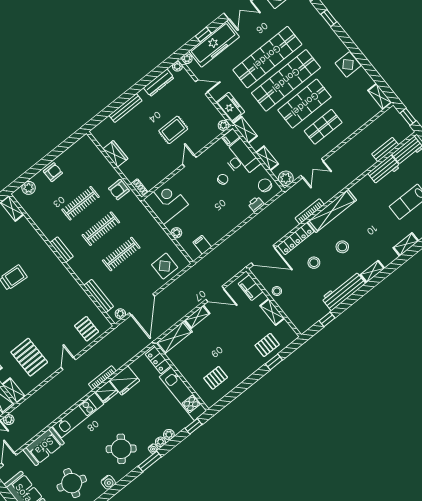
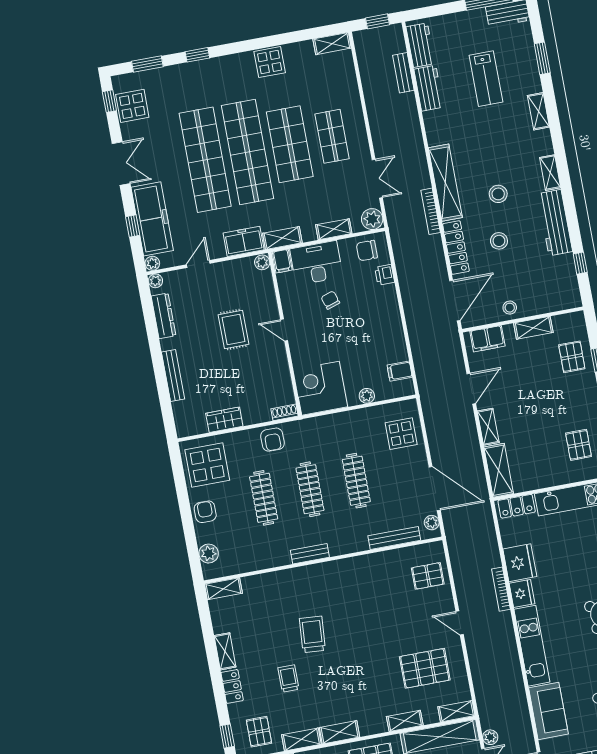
display table: (82, 158) -> (207, 465), added

